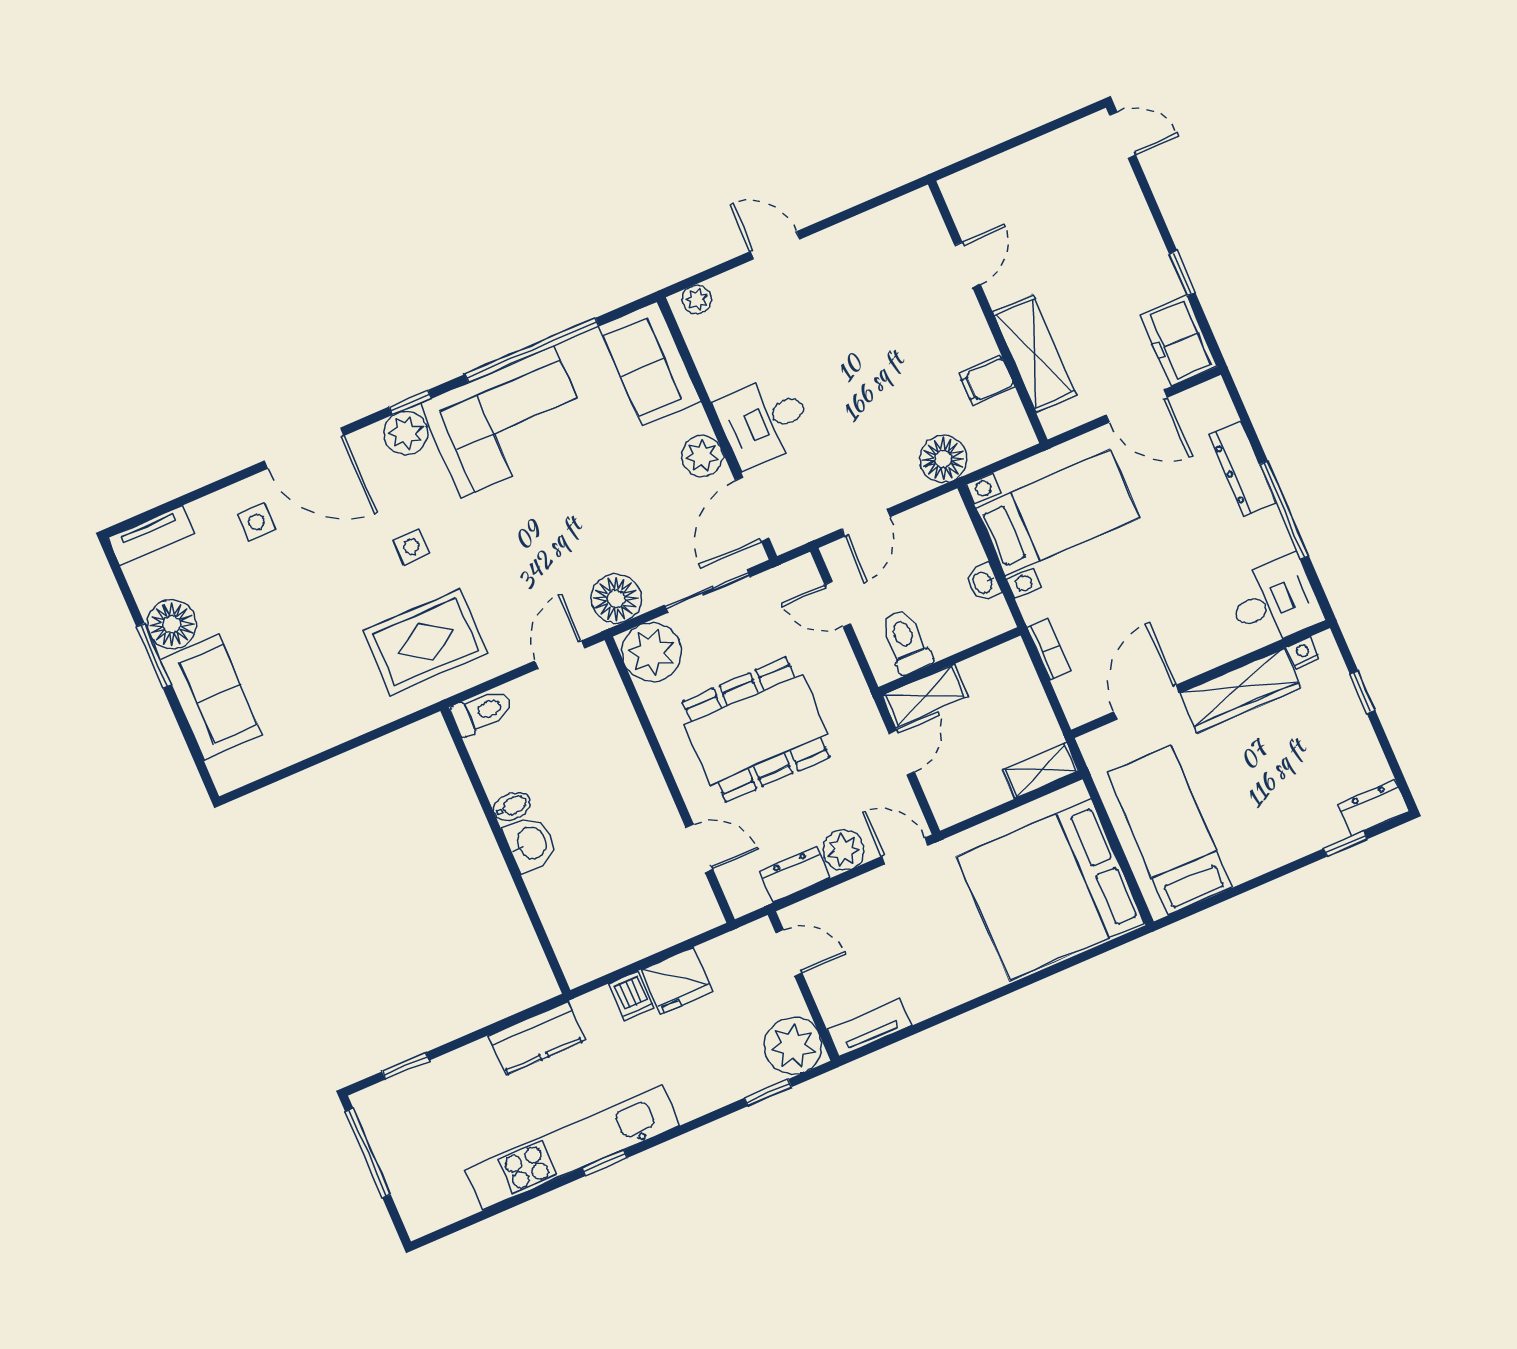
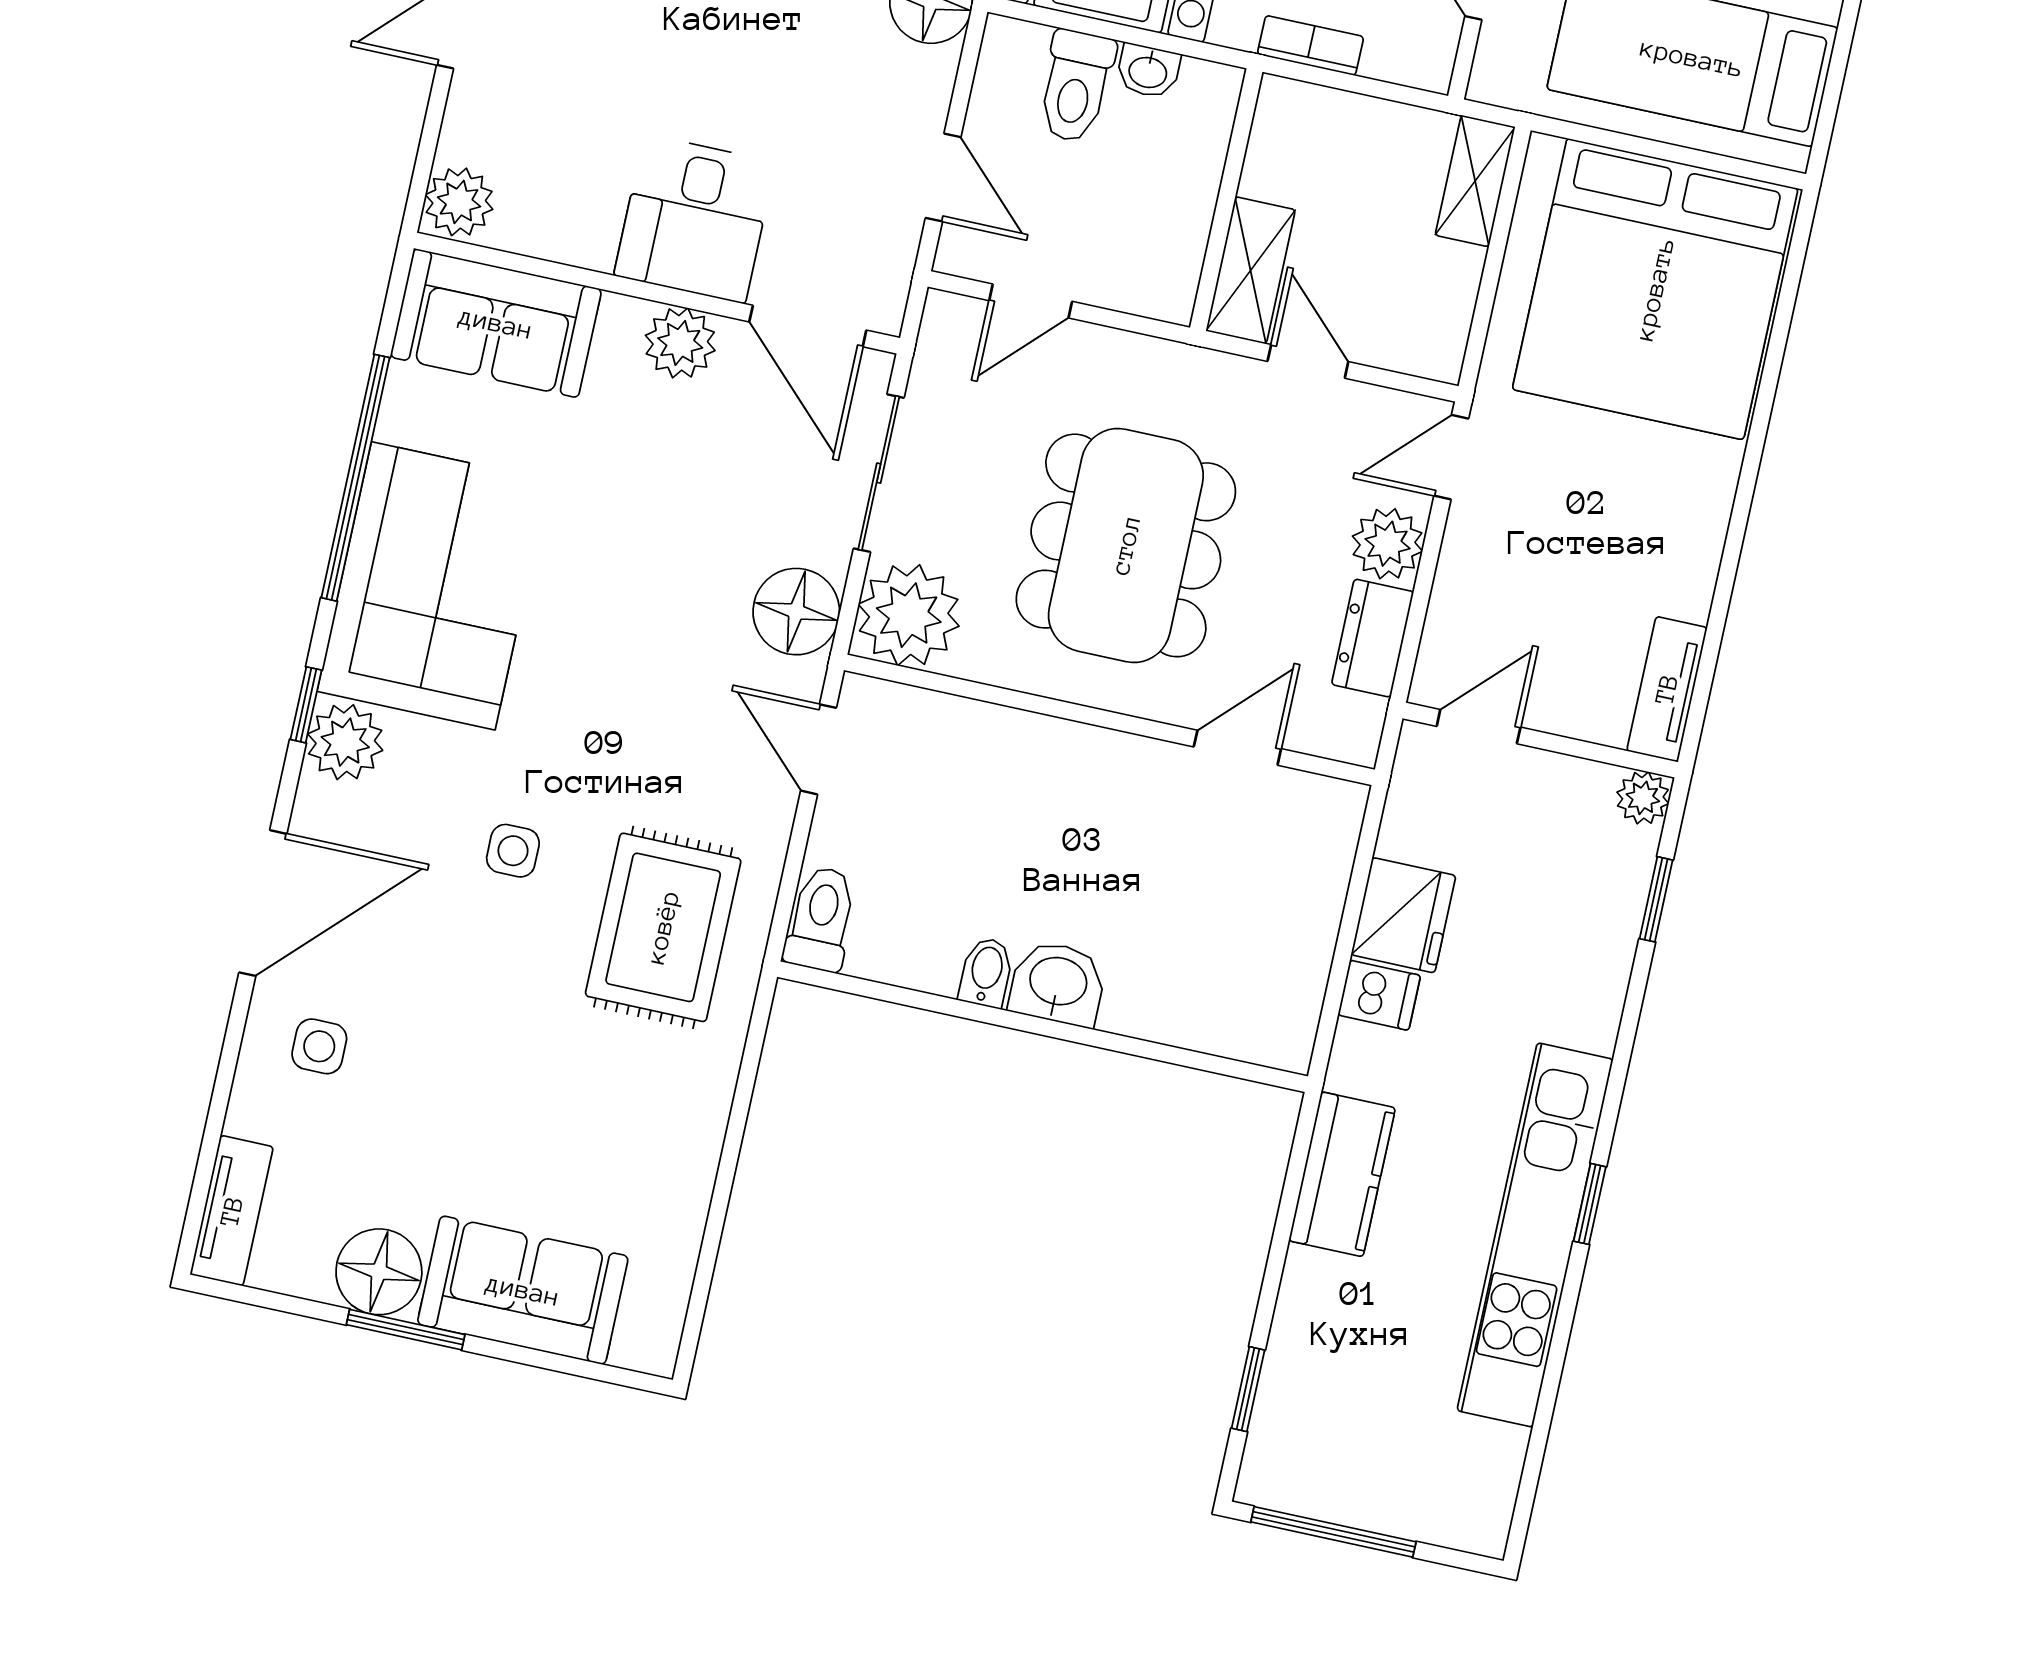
plant: (697, 300) -> (459, 202), width x1.38, depth x1.38
toilet: (906, 642) -> (1076, 86), moved, turned -90
plant: (793, 1046) -> (1643, 798), width x0.53, depth x0.53

